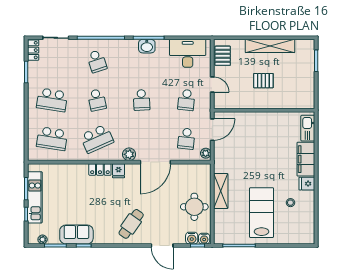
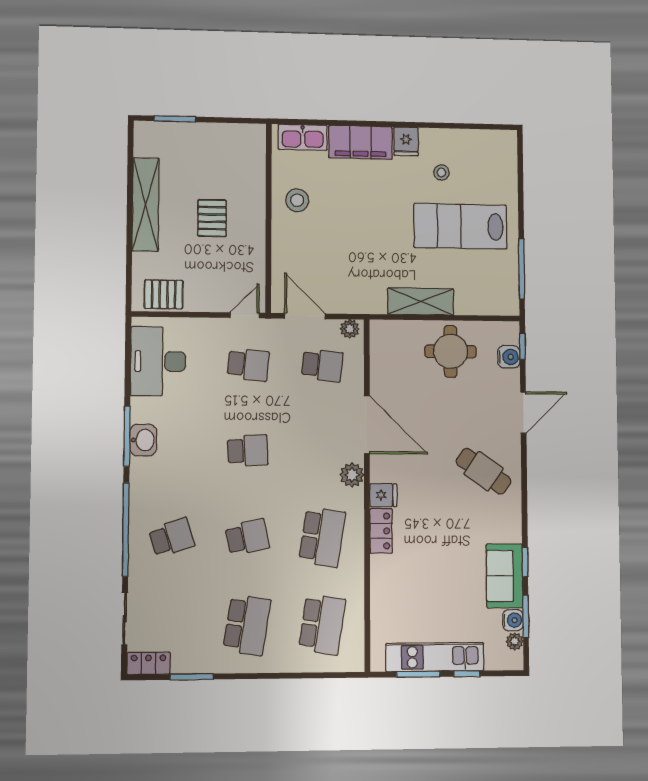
door: (212, 84) -> (245, 315), moved
stool: (274, 125) -> (297, 200), added
school desk: (97, 139) -> (322, 537), turned 33
water cooler: (204, 239) -> (513, 620), moved

